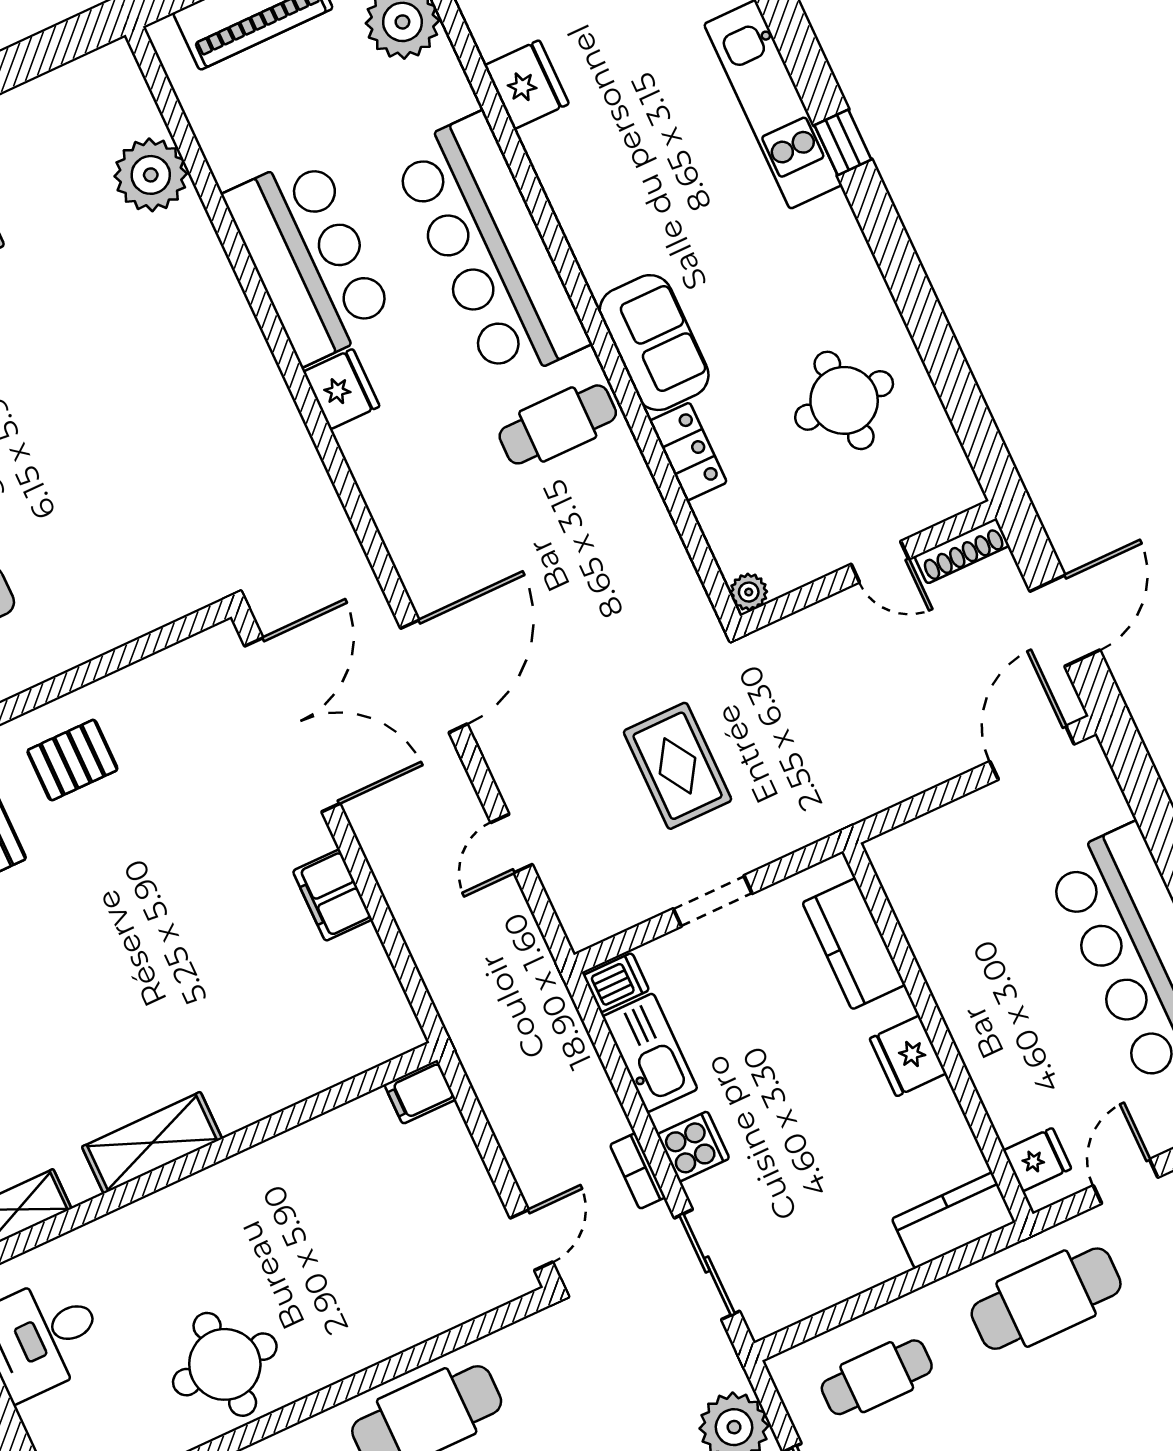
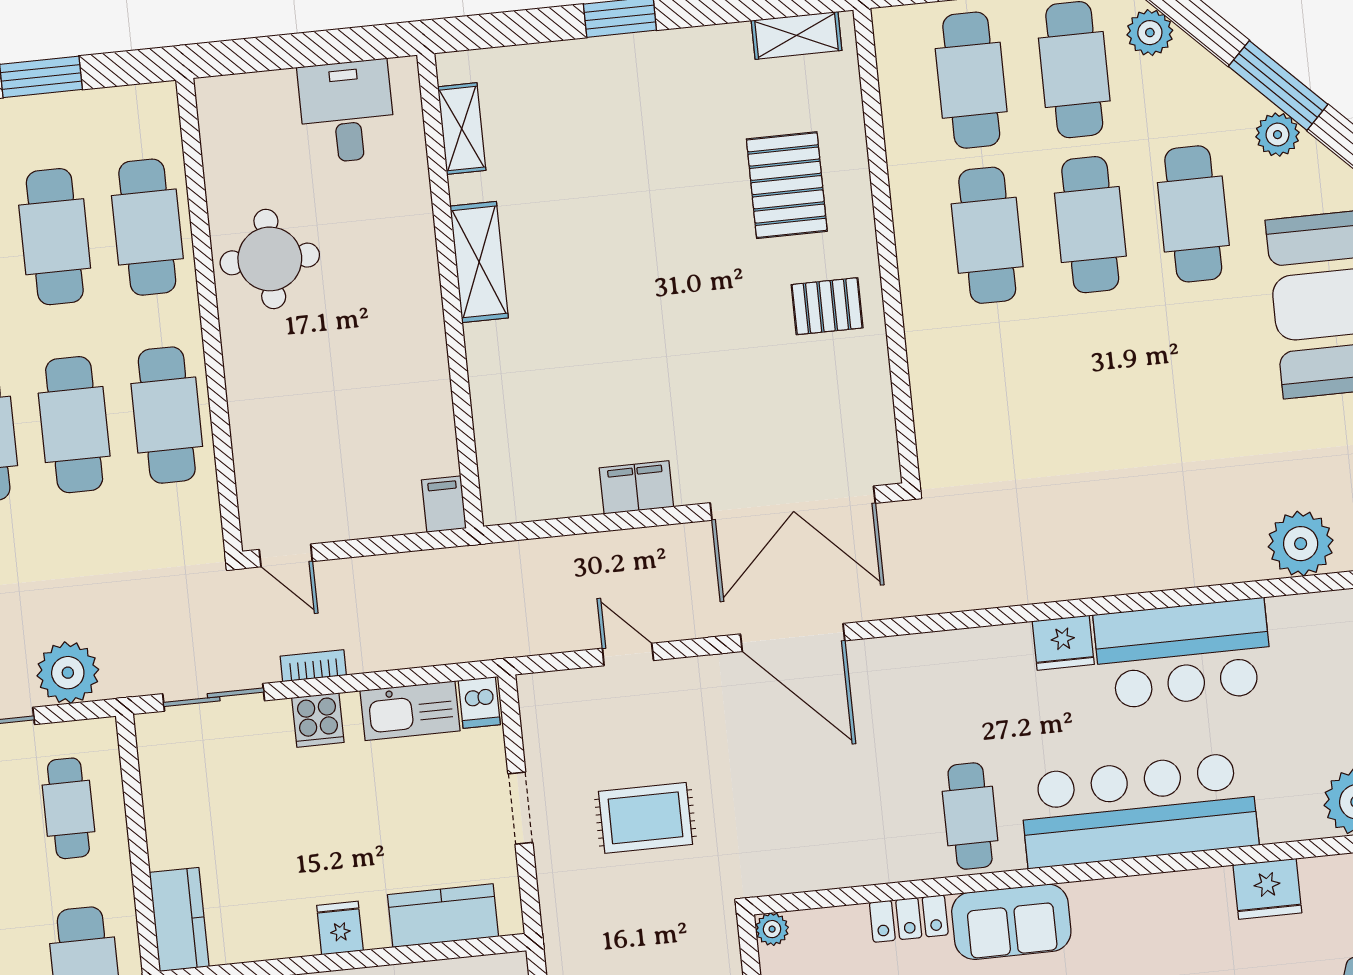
pallet: (72, 760) -> (827, 306), turned 90
fridge: (908, 1056) -> (340, 928), width x0.72

